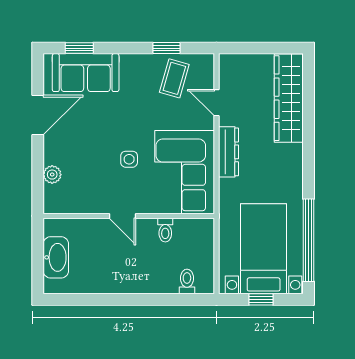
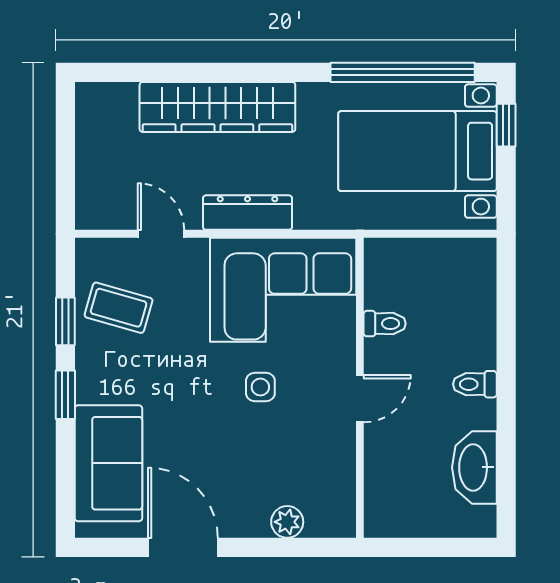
window: (79, 48) -> (65, 395), moved
wardrobe: (289, 98) -> (217, 107), moved
door: (216, 103) -> (161, 234), swing flipped
washbasin: (56, 257) -> (474, 467), moved, turned -90
toilet: (187, 281) -> (475, 384), moved
window: (261, 299) -> (506, 125), moved

